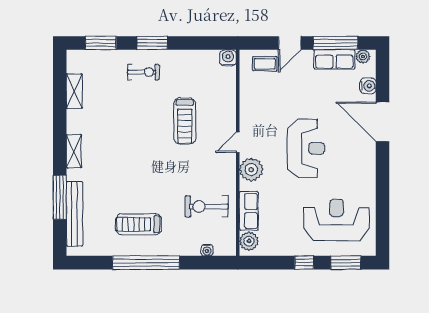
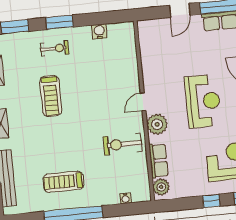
water cooler: (228, 58) -> (99, 31), moved
coffee table: (265, 64) -> (160, 31), removed
treadmill: (185, 121) -> (51, 96), moved
exercise bike: (207, 206) -> (123, 144), moved

